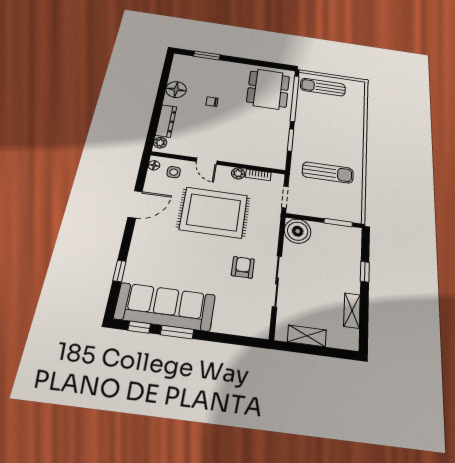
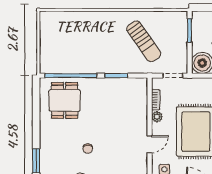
sun lounger: (323, 87) -> (53, 50), removed
dining table: (268, 89) -> (65, 100), width x0.73
sun lounger: (328, 173) -> (144, 41), turned 145

